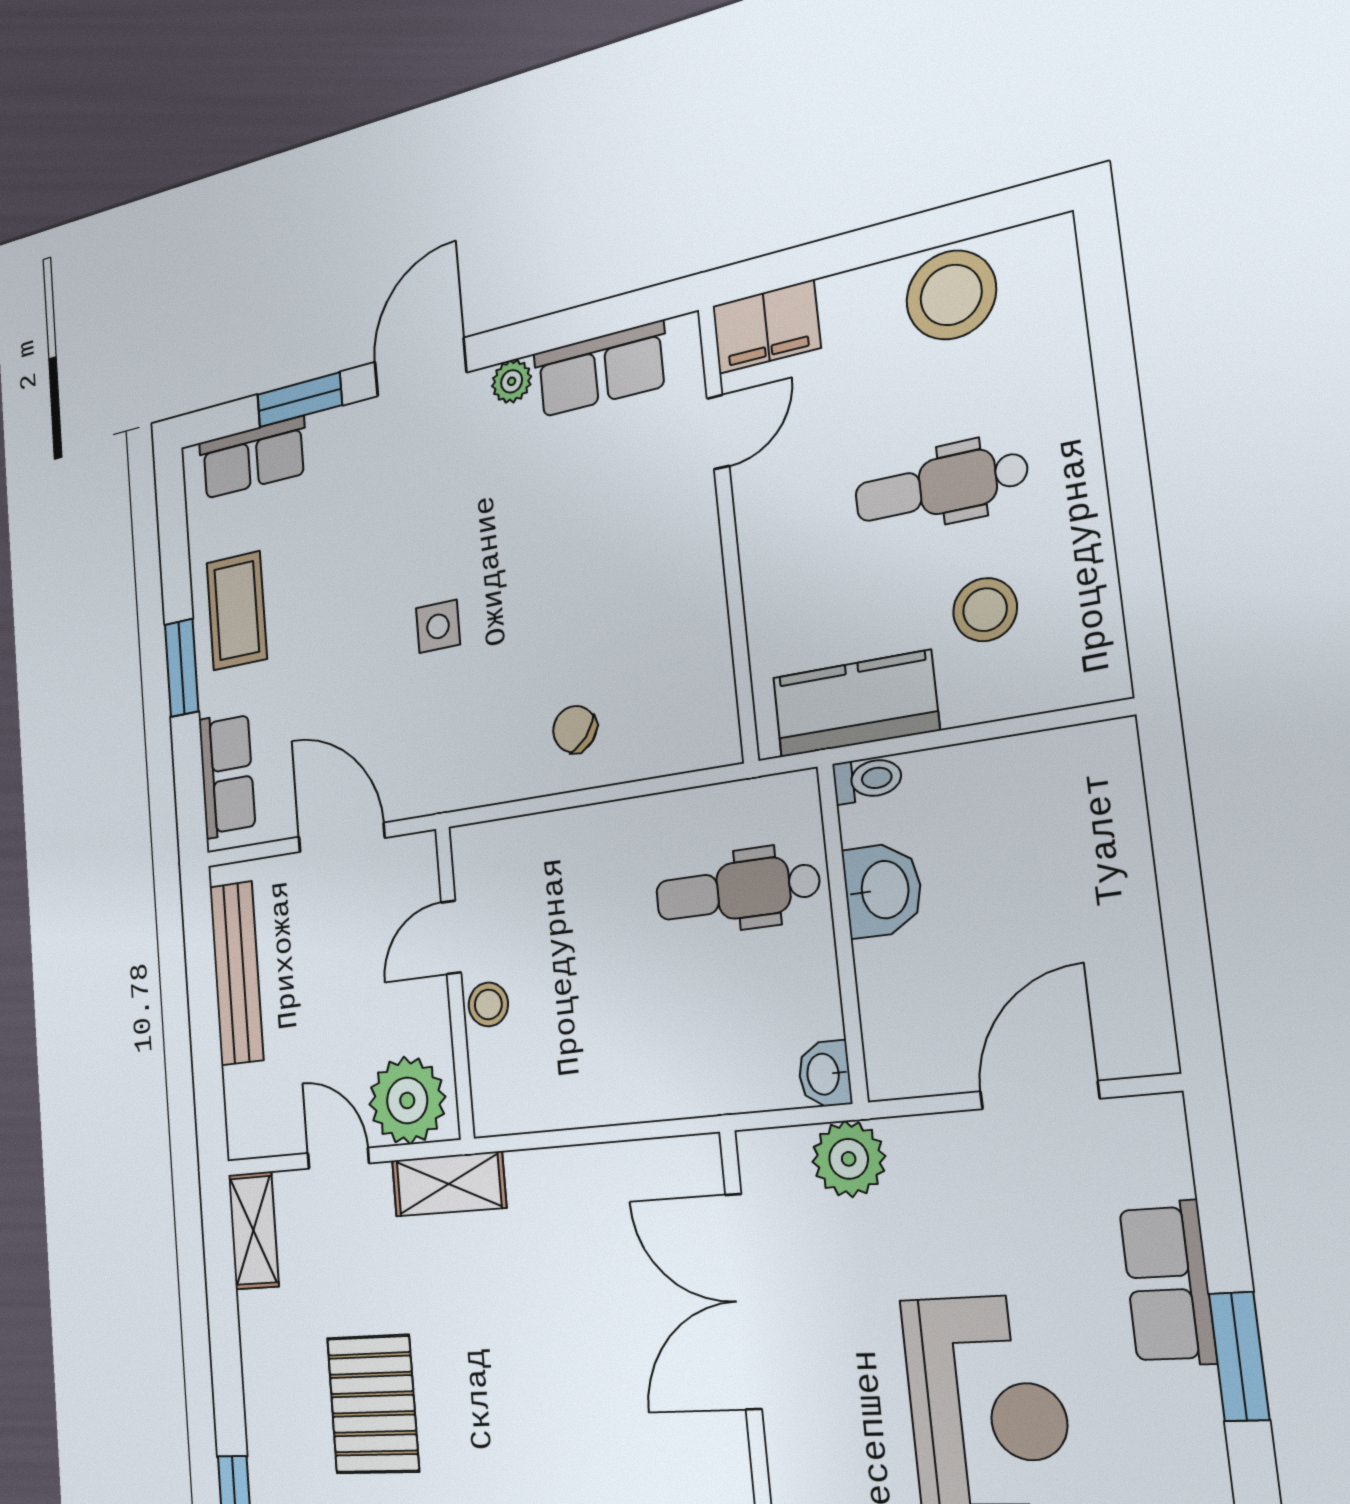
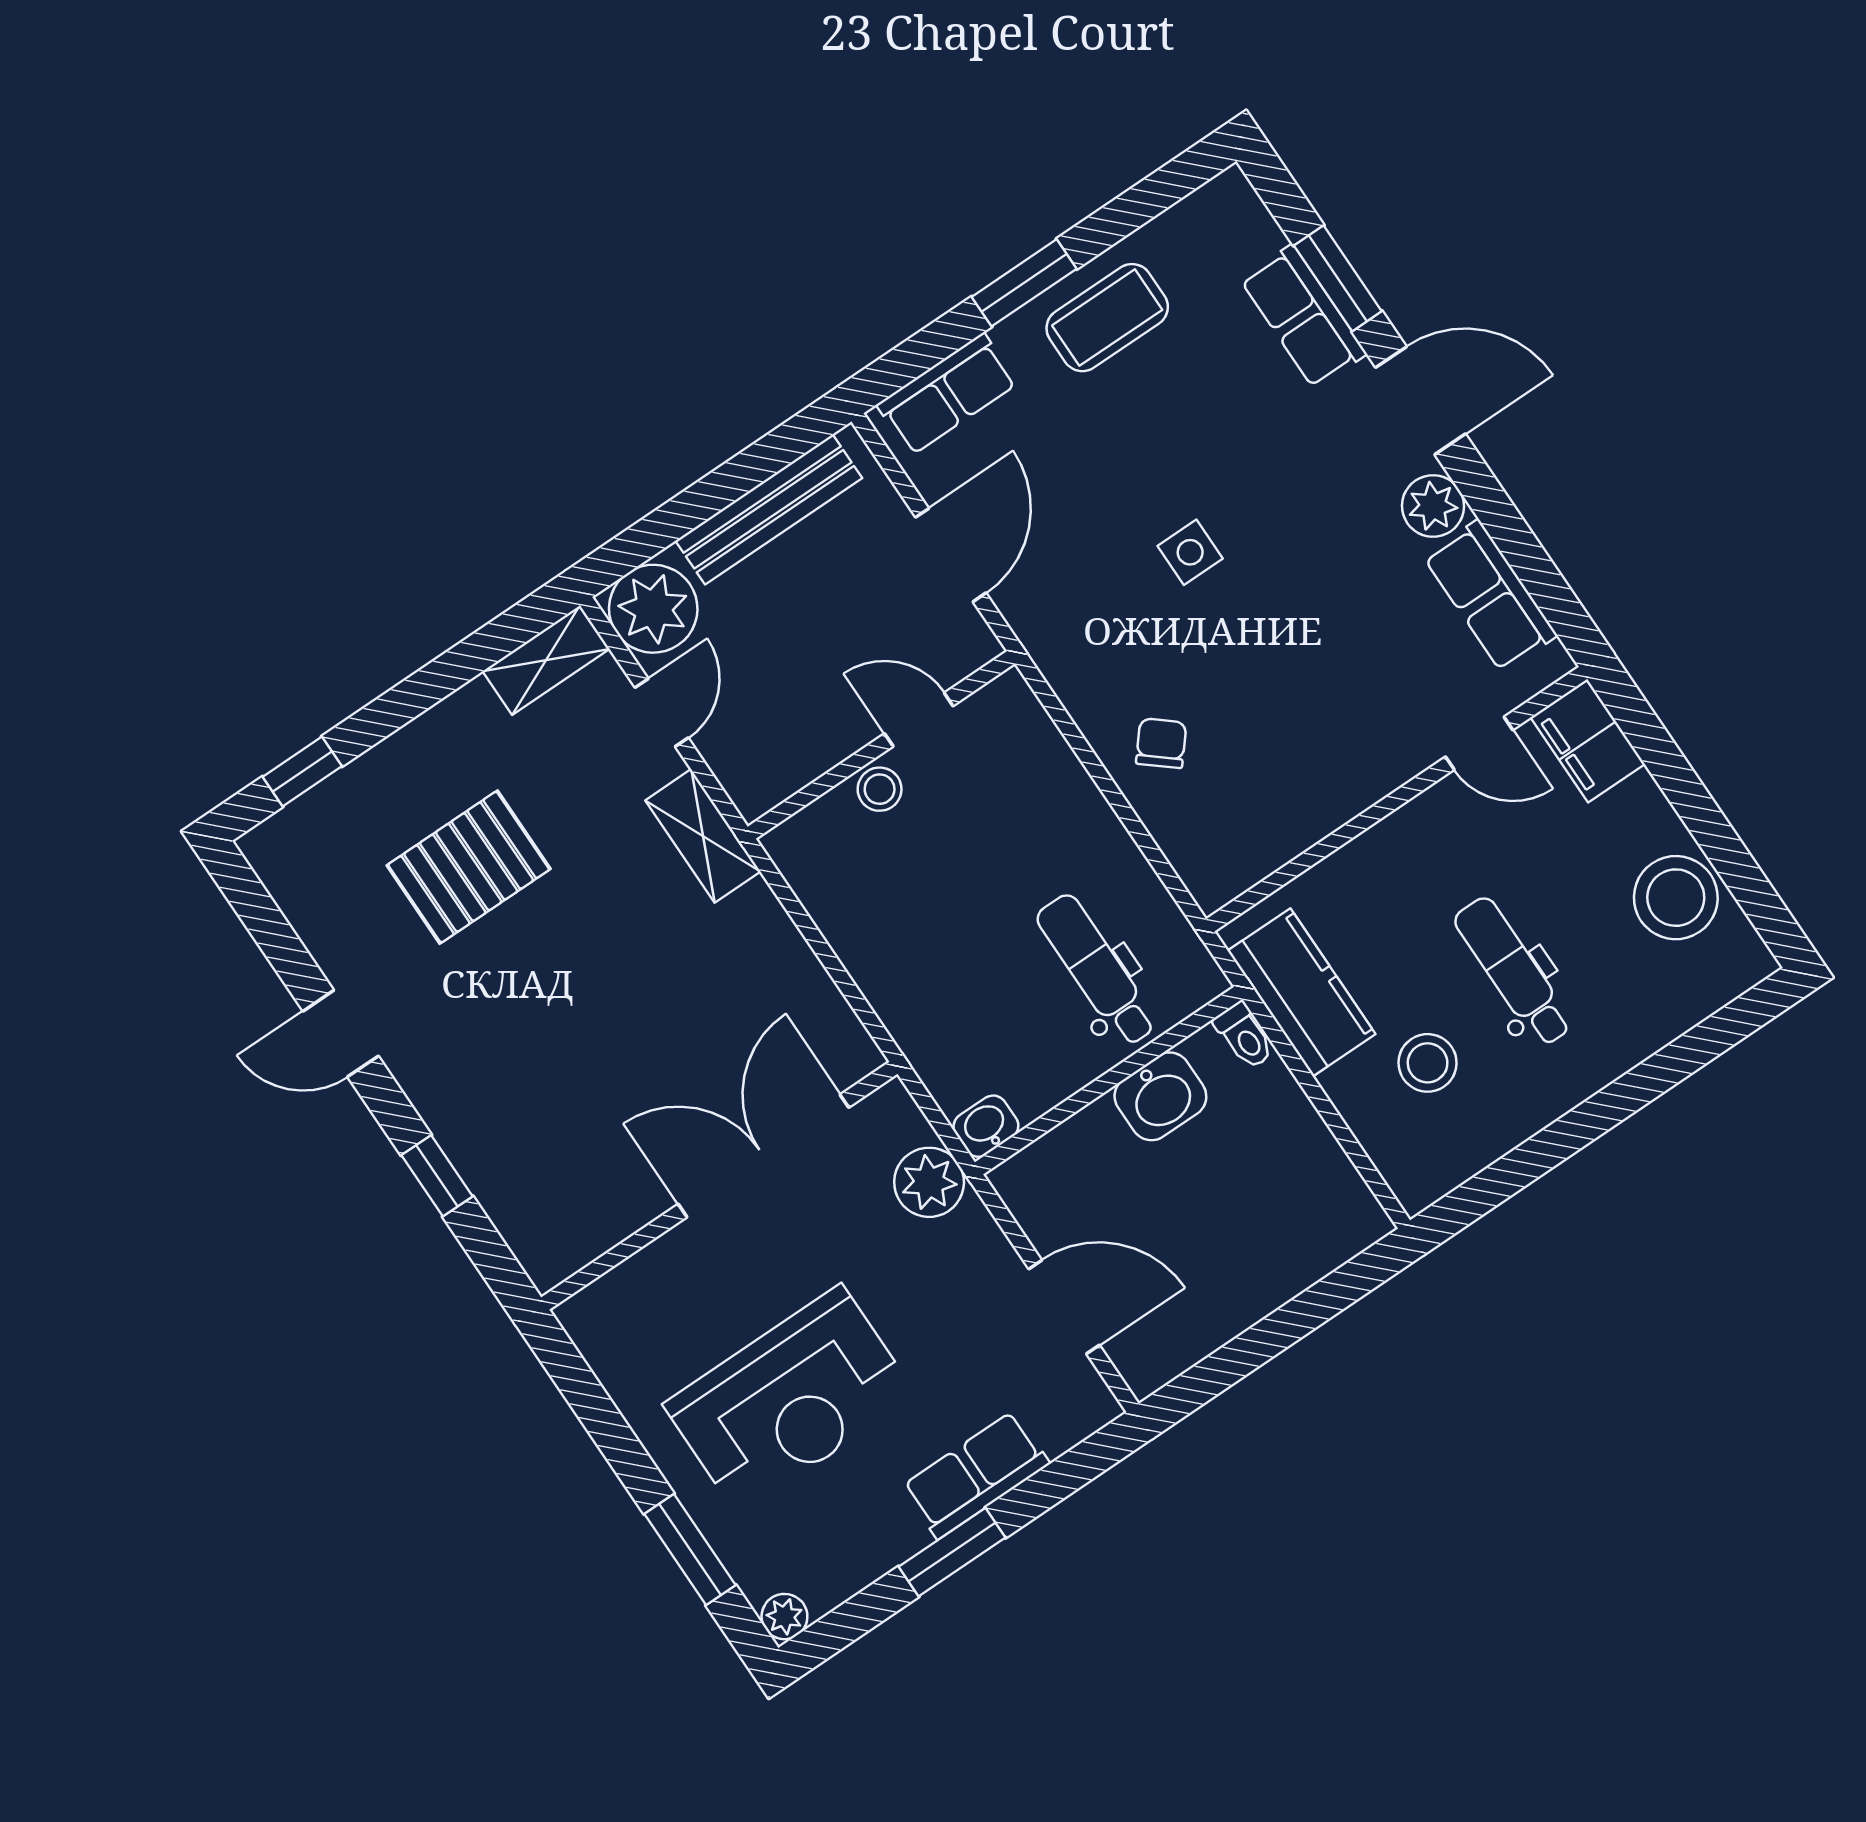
plant: (512, 381) -> (1433, 506), width x1.38, depth x1.38
row of seats: (253, 458) -> (1303, 317), moved
plant: (407, 1100) -> (653, 609), moved

